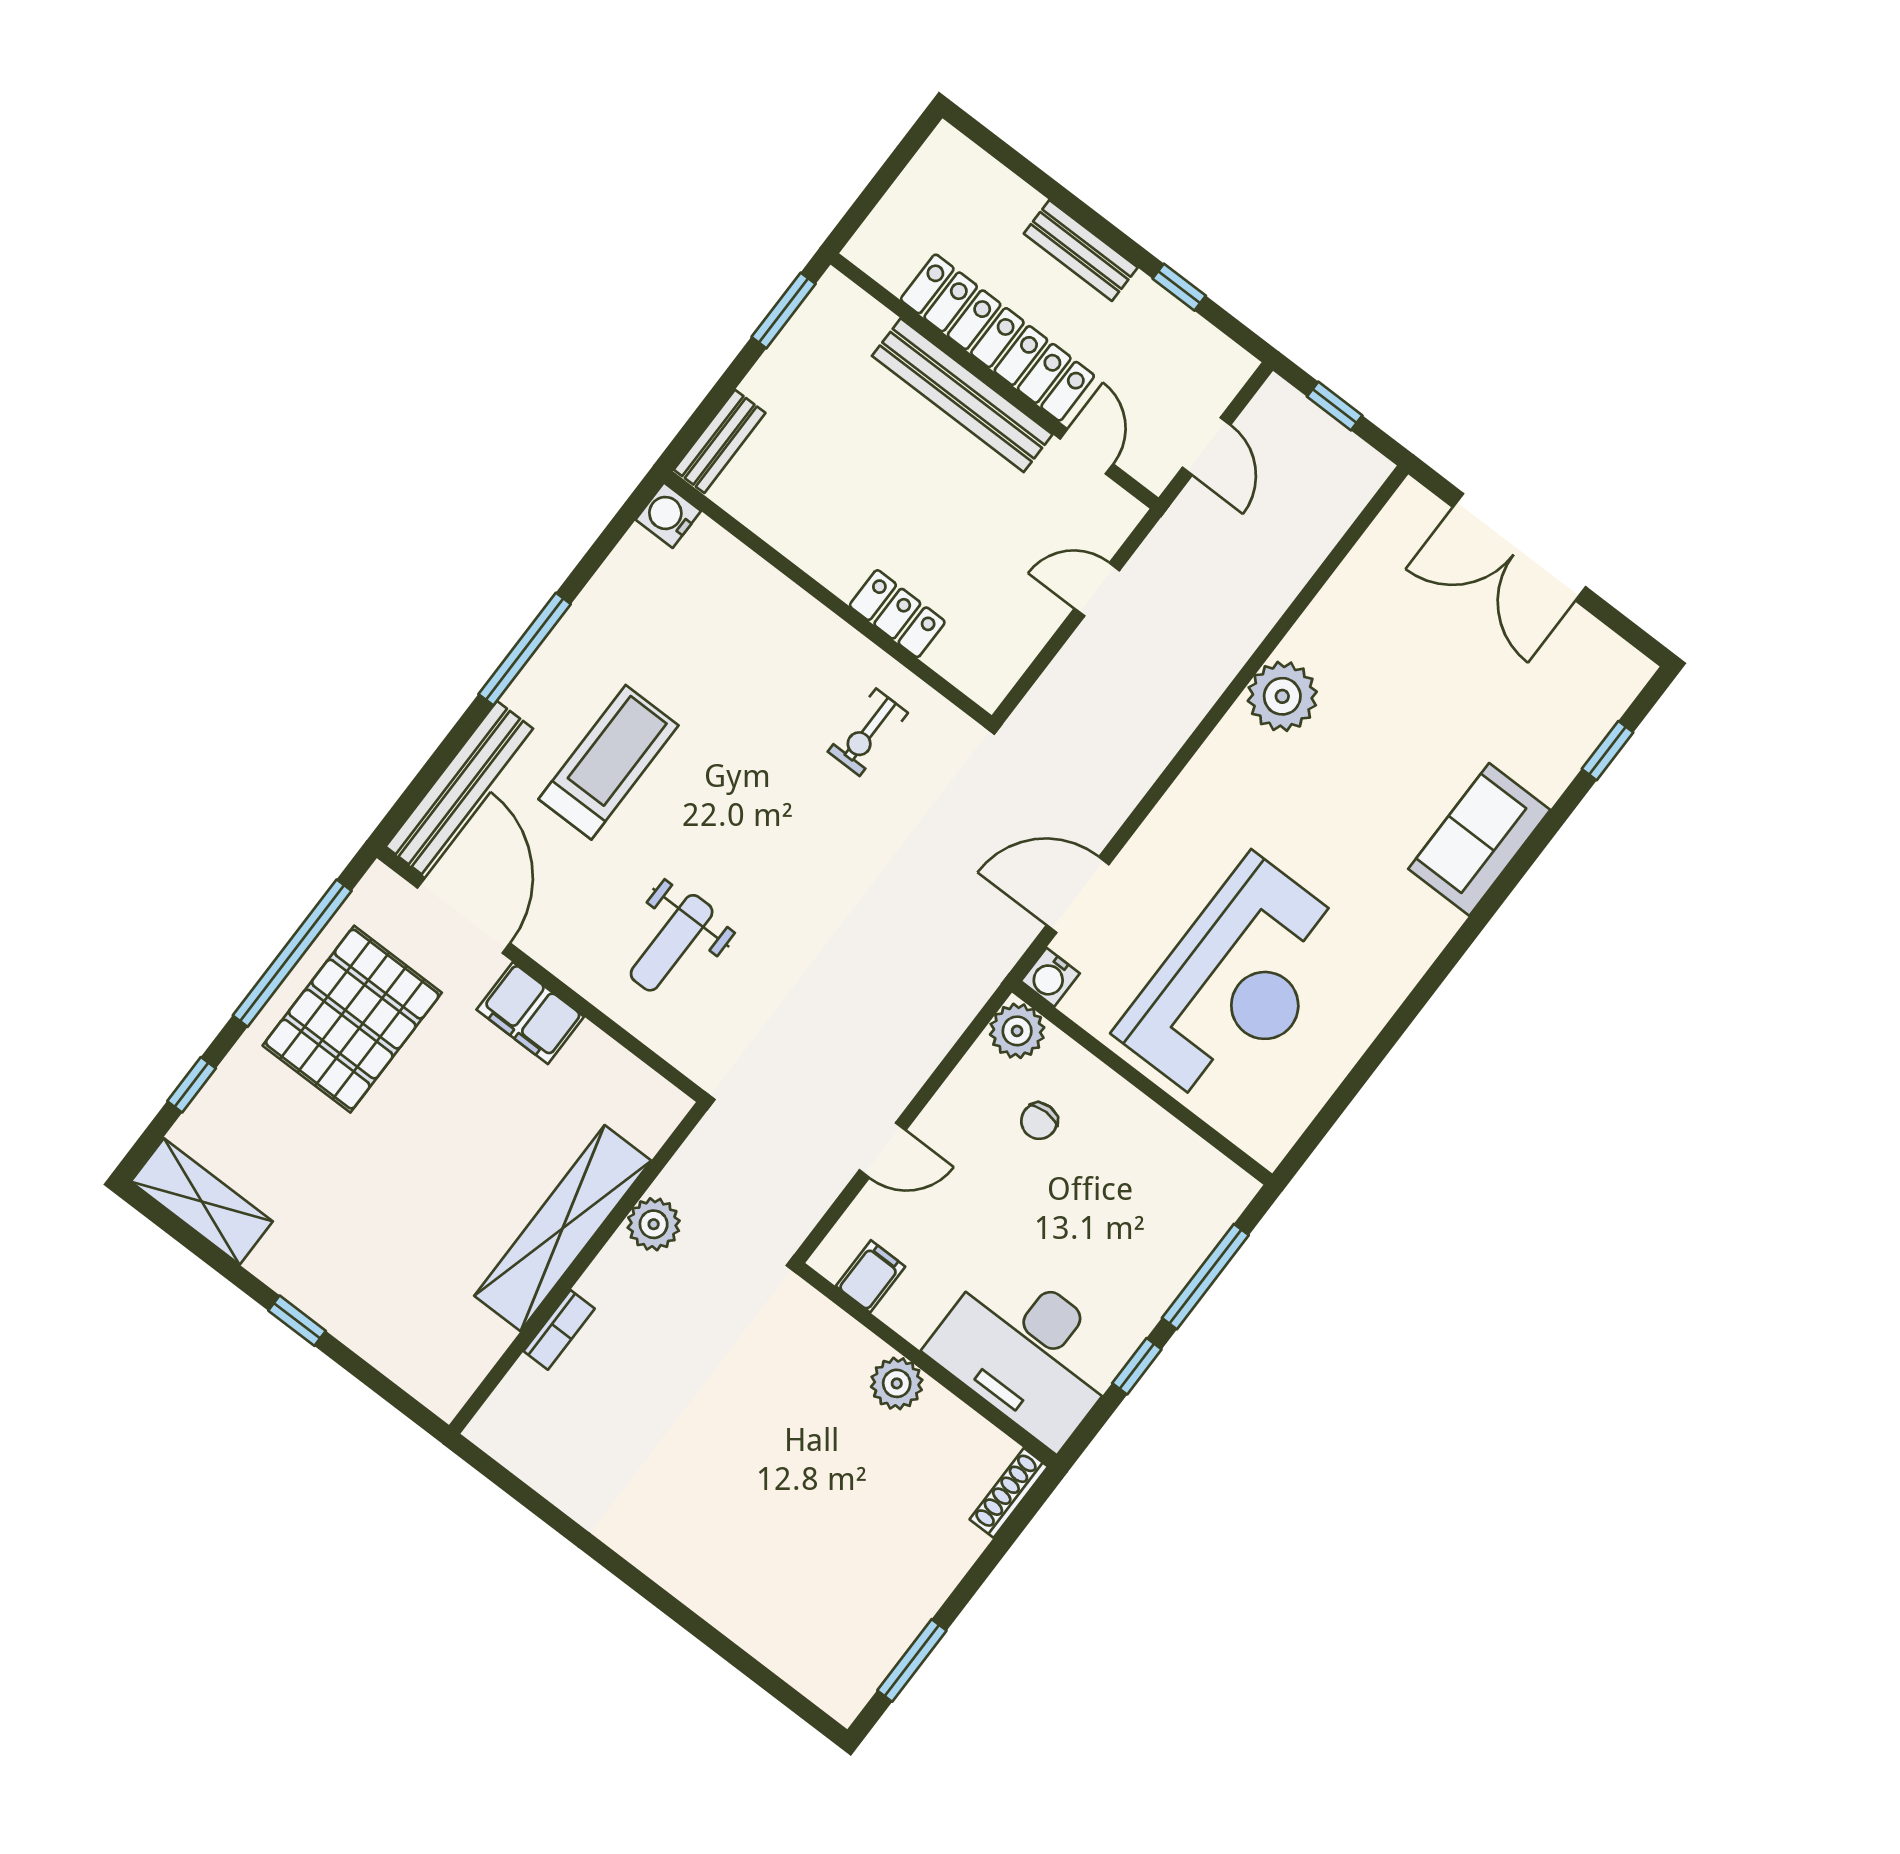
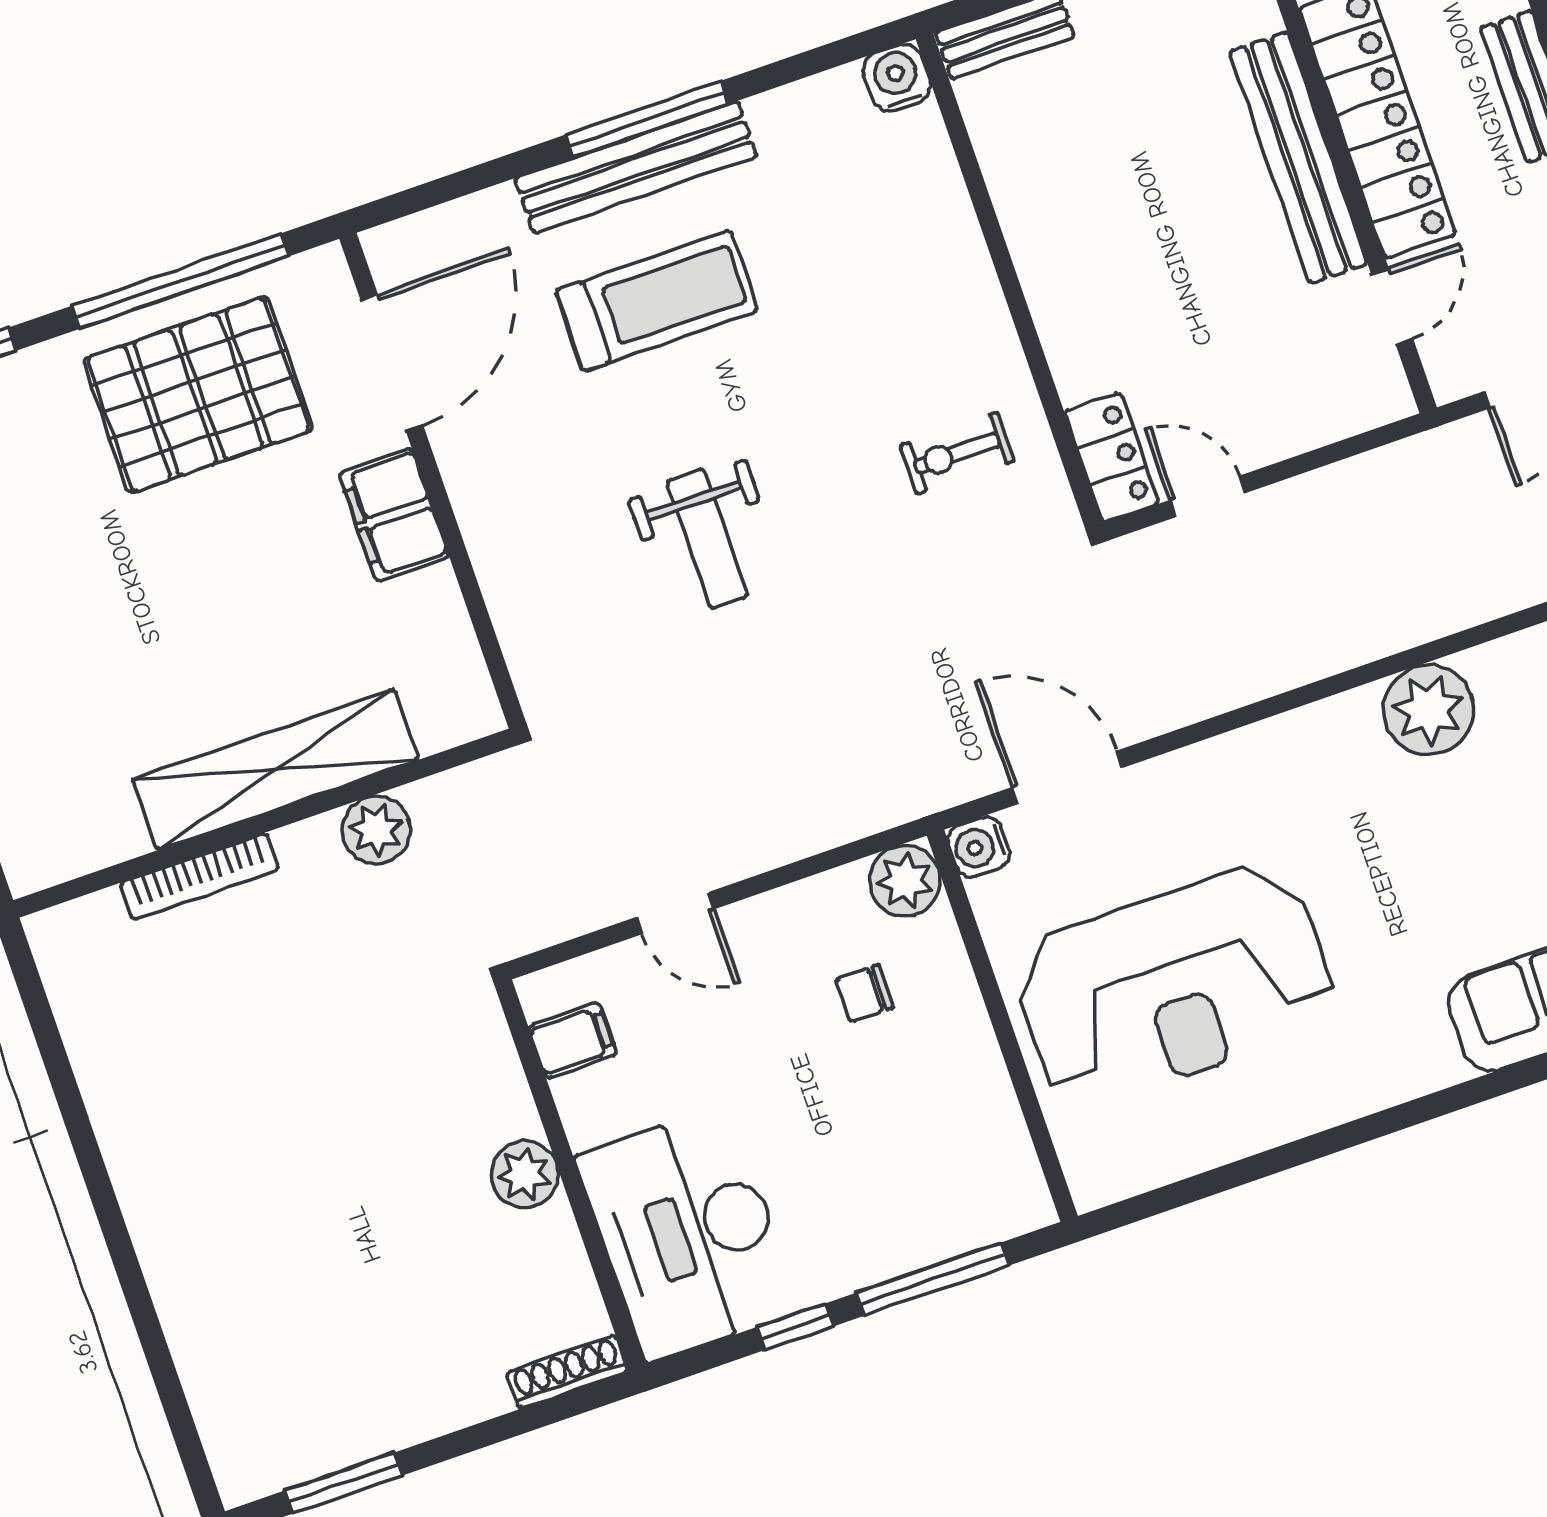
door: (1097, 589) -> (1207, 497), moved
locker: (897, 614) -> (1111, 457), moved
bench: (459, 788) -> (636, 167), moved
weight bench: (672, 943) -> (707, 539), moved, turned -90
bookcase: (559, 1330) -> (199, 876), width x1.56

